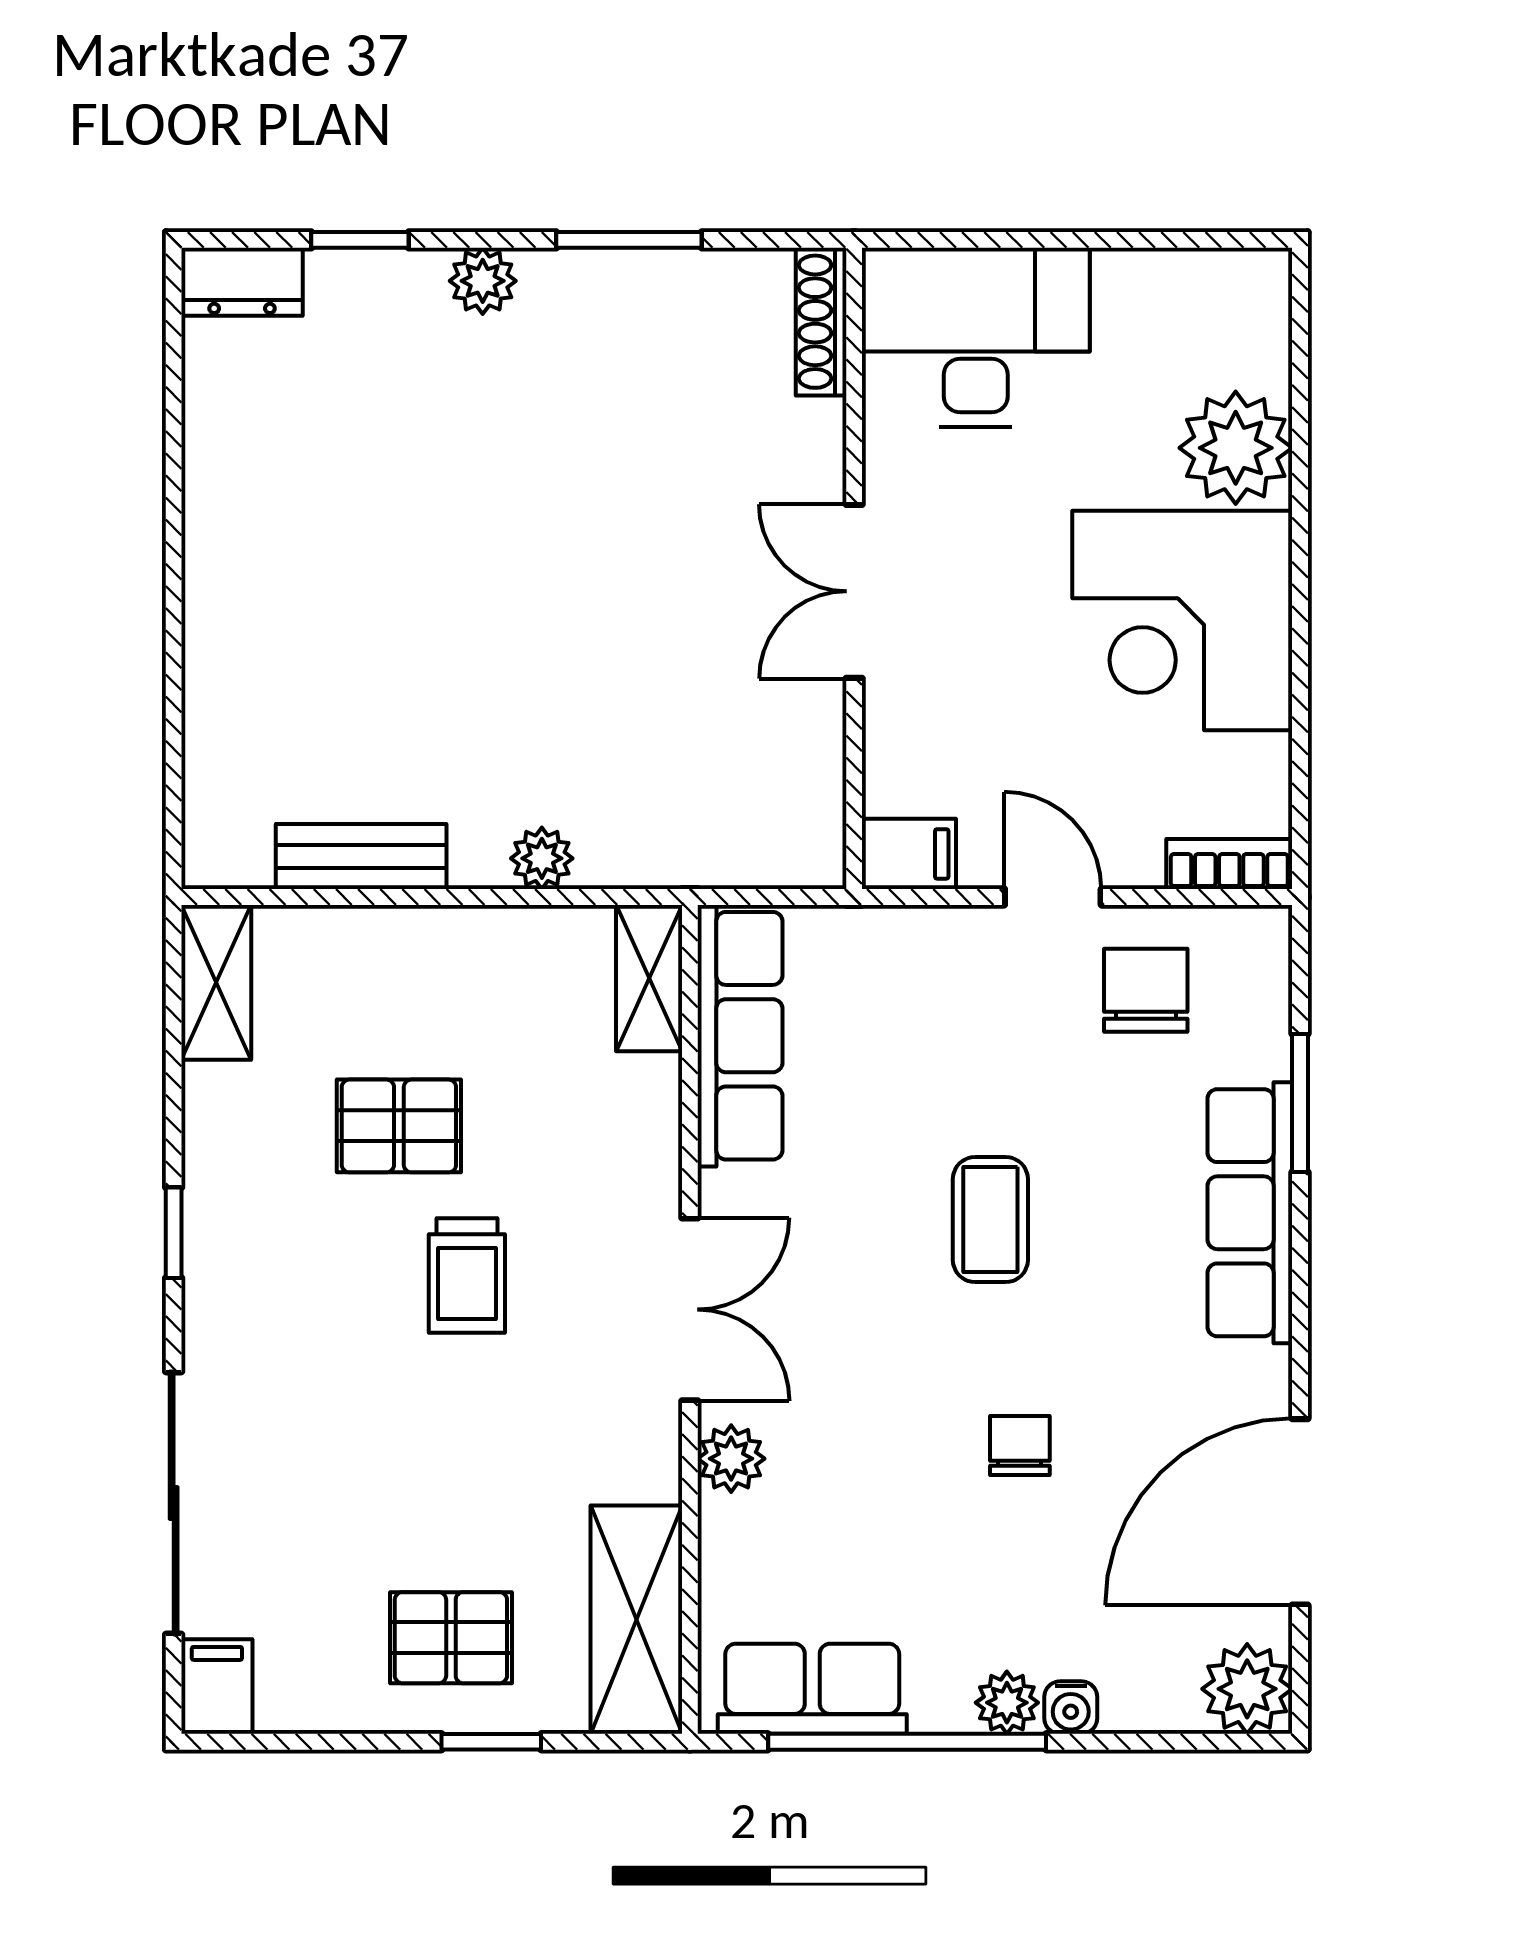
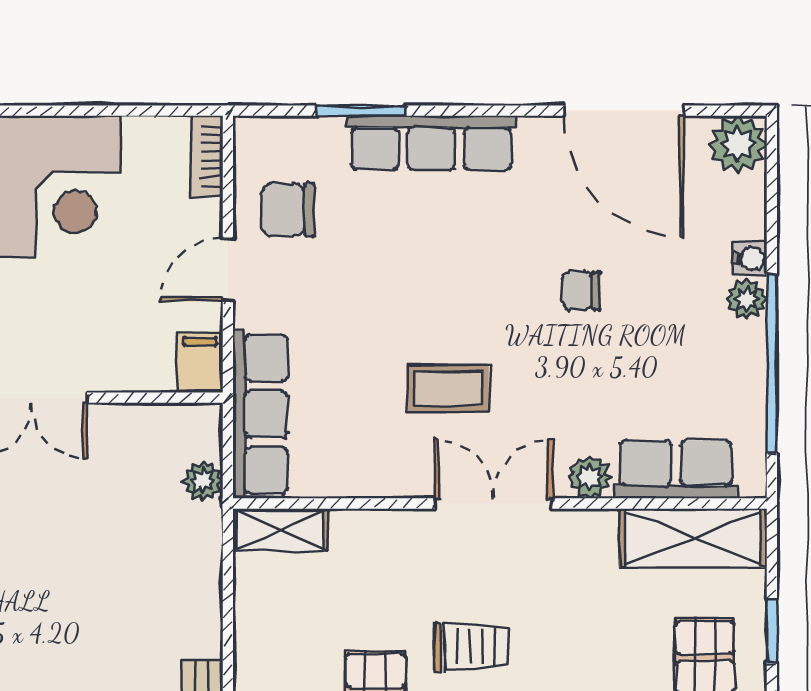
plant: (542, 858) -> (203, 481), moved
row of seats: (740, 1036) -> (260, 414), moved, turned 90
coffee table: (990, 1220) -> (448, 388), moved
row of seats: (812, 1689) -> (676, 469), moved, turned 90

